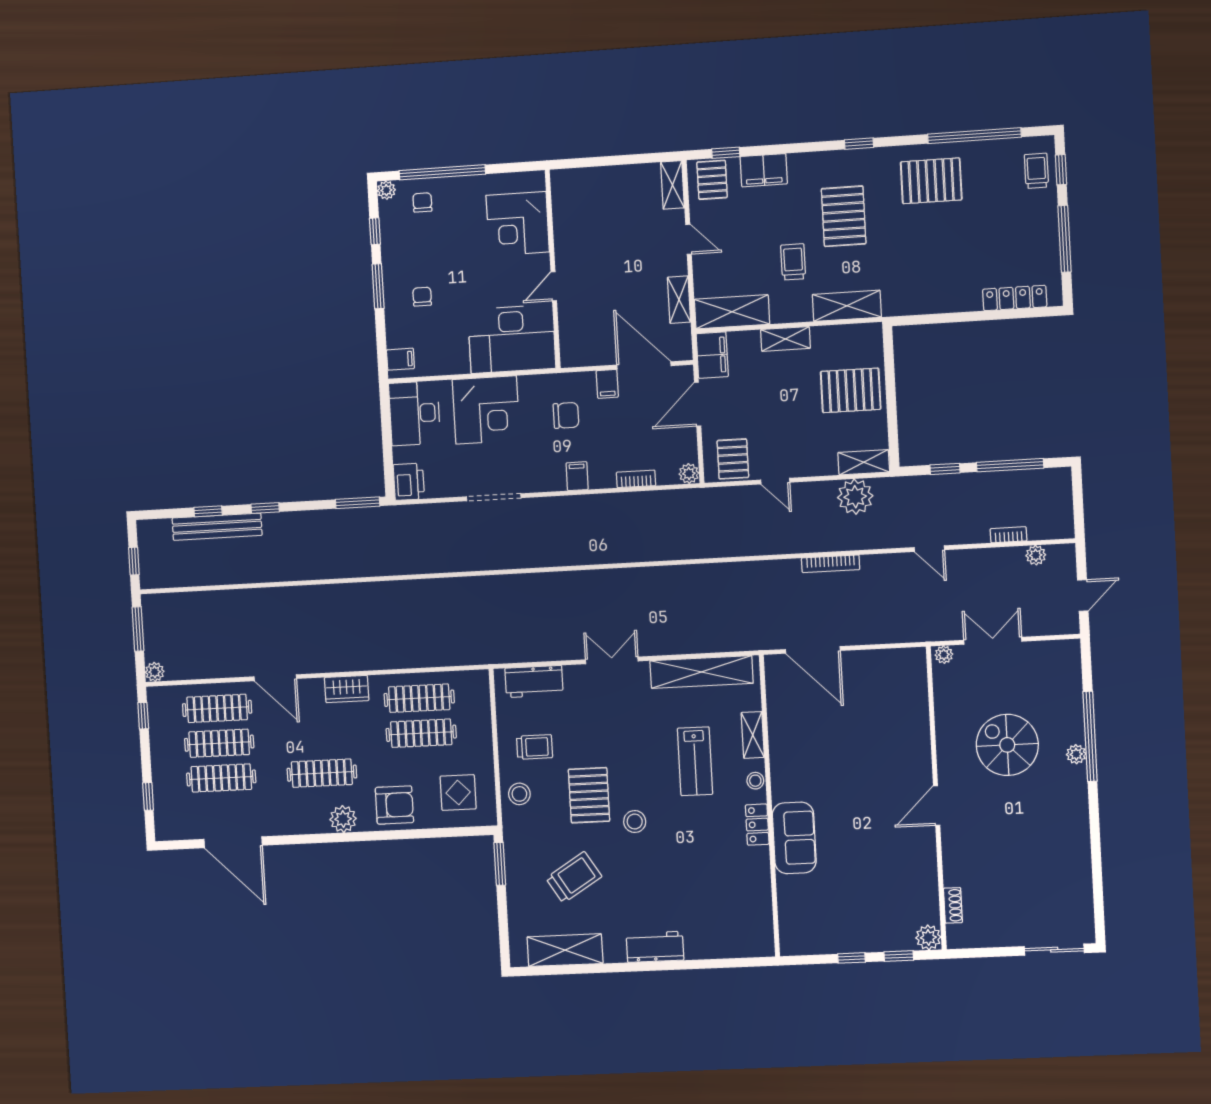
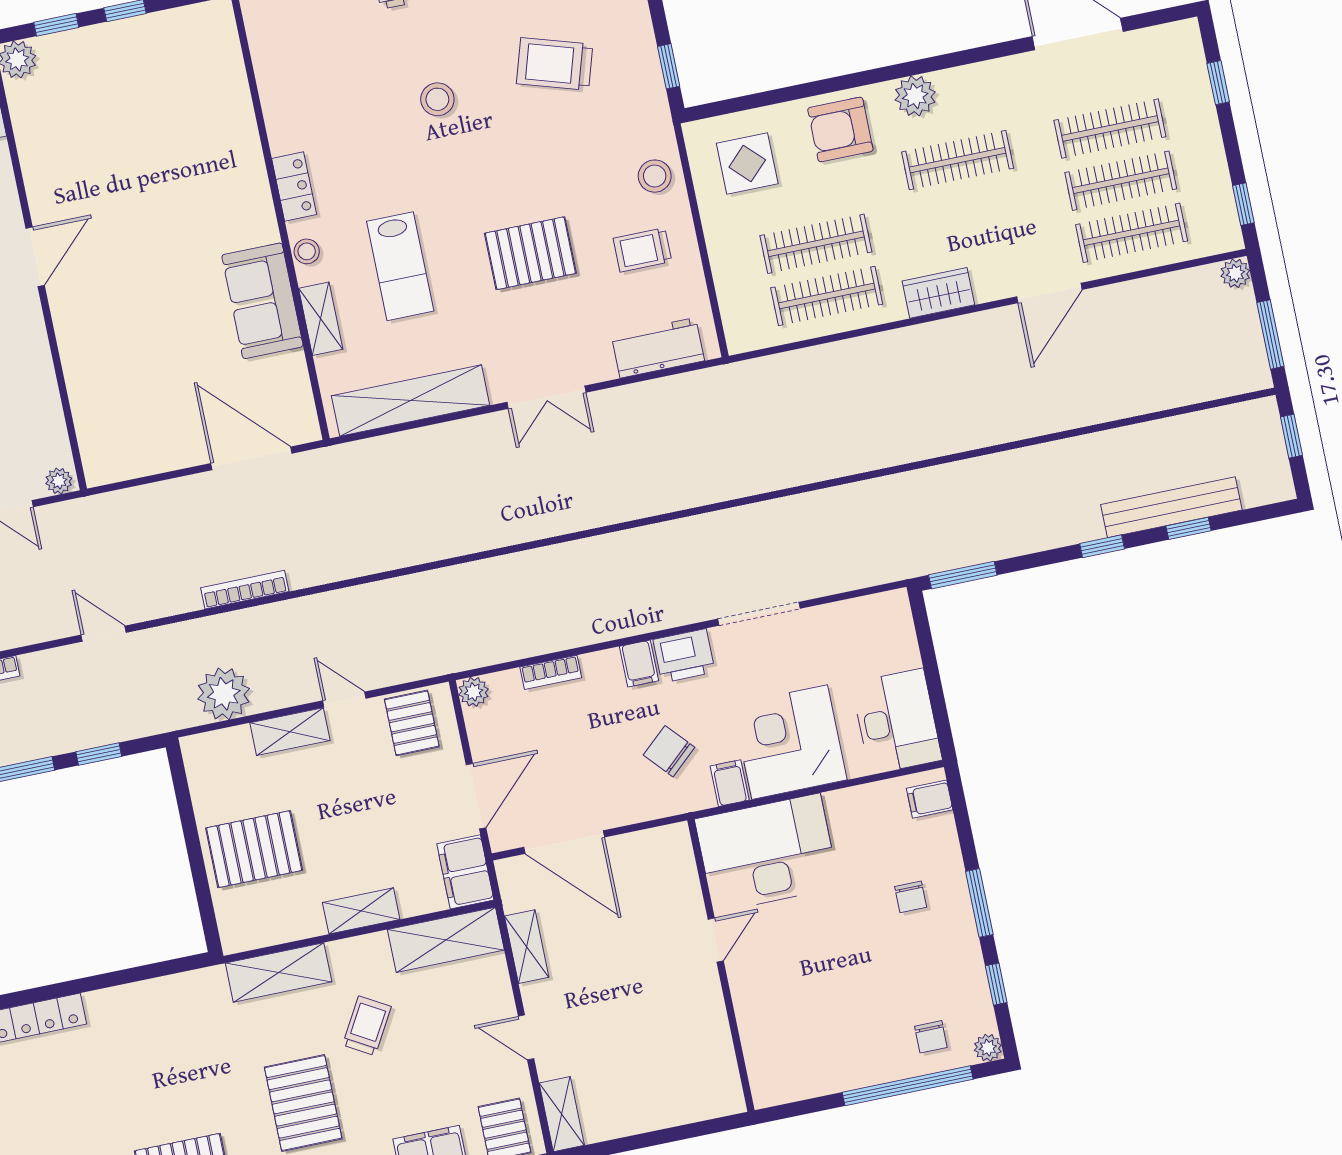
corner desk: (518, 224) -> (783, 1025), removed
trolley: (793, 262) -> (367, 1026), turned -150
filing cabinet: (607, 384) -> (730, 783), moved
chair: (566, 415) -> (669, 751), turned 48
shelving: (864, 462) -> (290, 732), moved
printer: (409, 482) -> (684, 656), moved, turned -90
door: (275, 678) -> (1049, 293), swing flipped
lab bench: (695, 761) -> (400, 266), turned 180
pallet: (589, 795) -> (530, 253), moved, turned 90
stool: (635, 822) -> (437, 99), moved
sofa: (794, 838) -> (262, 301), moved
window: (500, 864) -> (669, 66), width x0.67
trolley: (574, 877) -> (555, 64), turned 49

